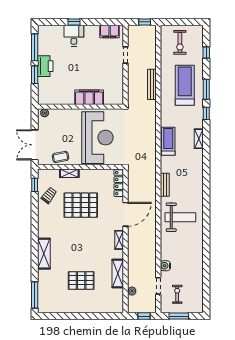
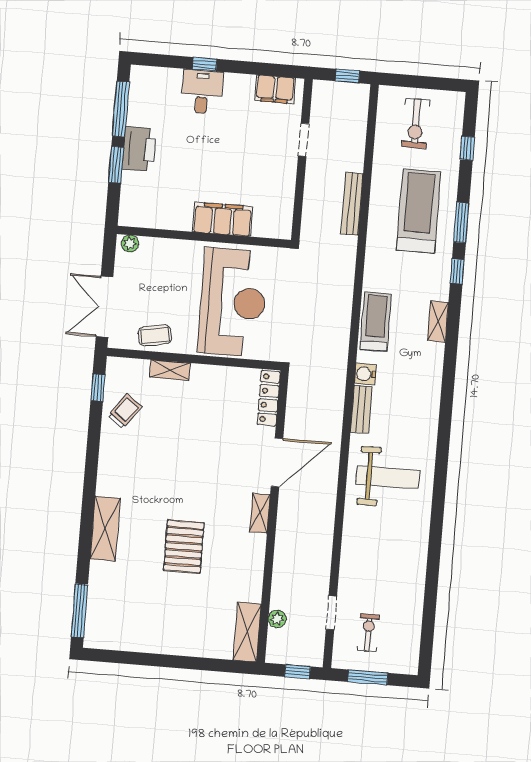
pallet: (81, 205) -> (188, 436), removed
water cooler: (165, 266) -> (365, 374), moved
shelving: (118, 274) -> (247, 632), moved
pallet: (81, 280) -> (184, 547), moved, turned 90

